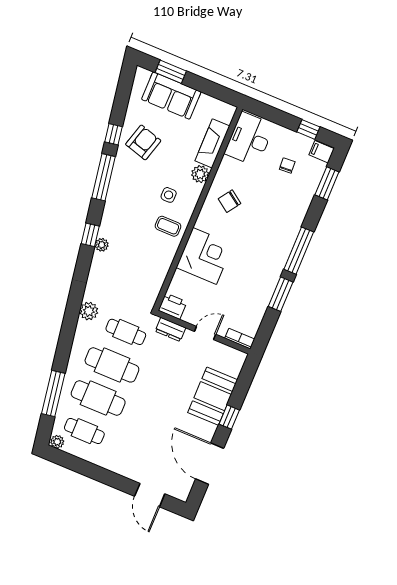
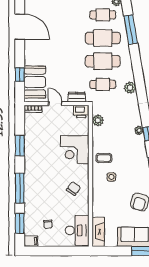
window: (308, 129) -> (44, 251), removed
fireplace: (212, 143) -> (98, 232), moved
plant: (200, 174) -> (98, 120), moved
window: (299, 251) -> (20, 188), moved
door: (205, 333) -> (55, 104), swing flipped
booth: (213, 396) -> (35, 82), moved
window: (229, 417) -> (20, 75), moved

